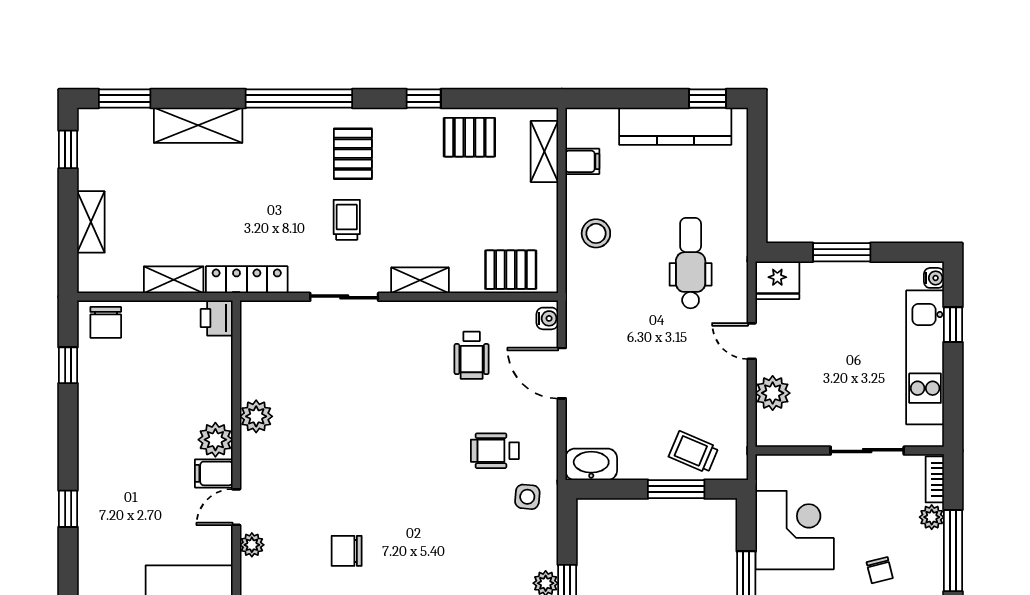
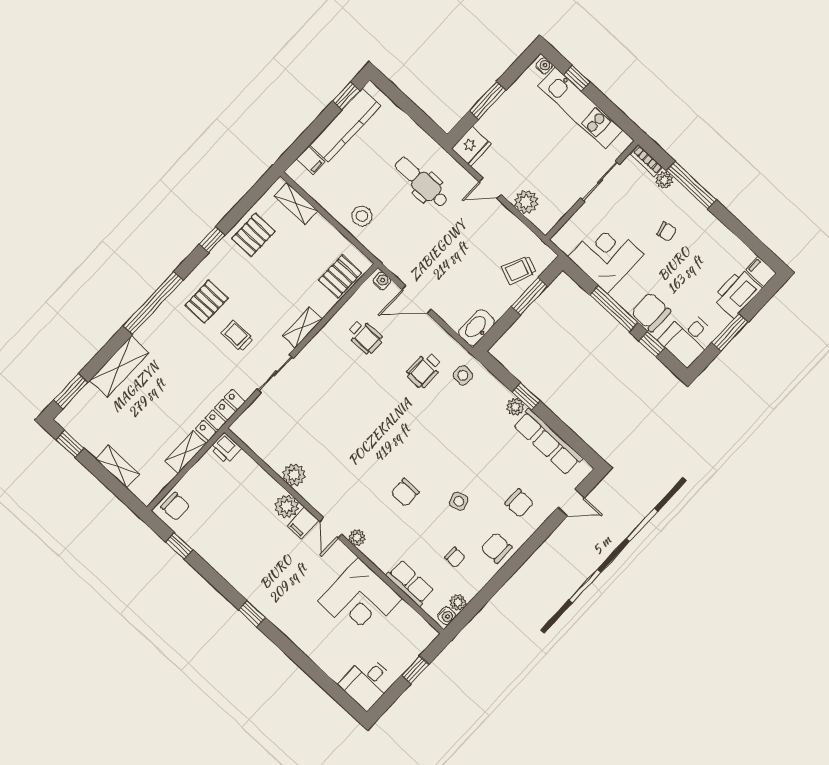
pallet: (353, 154) -> (207, 302), turned 90
filing cabinet: (582, 161) -> (311, 161), moved, turned 90

